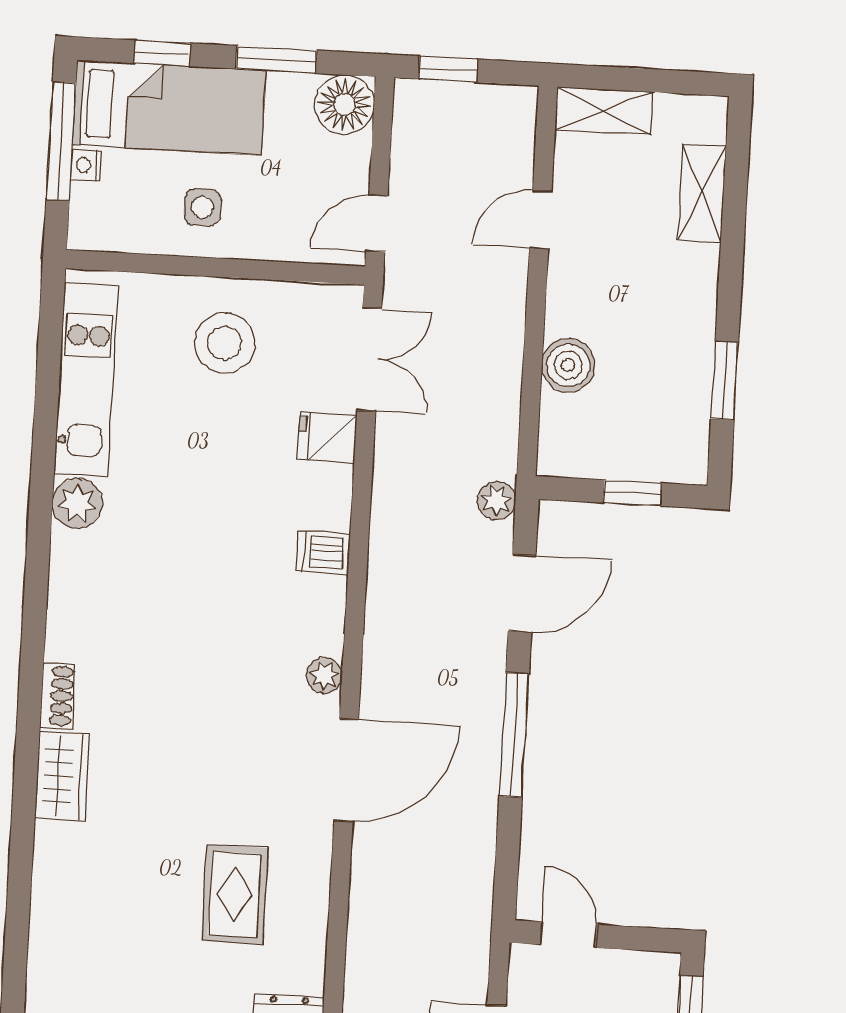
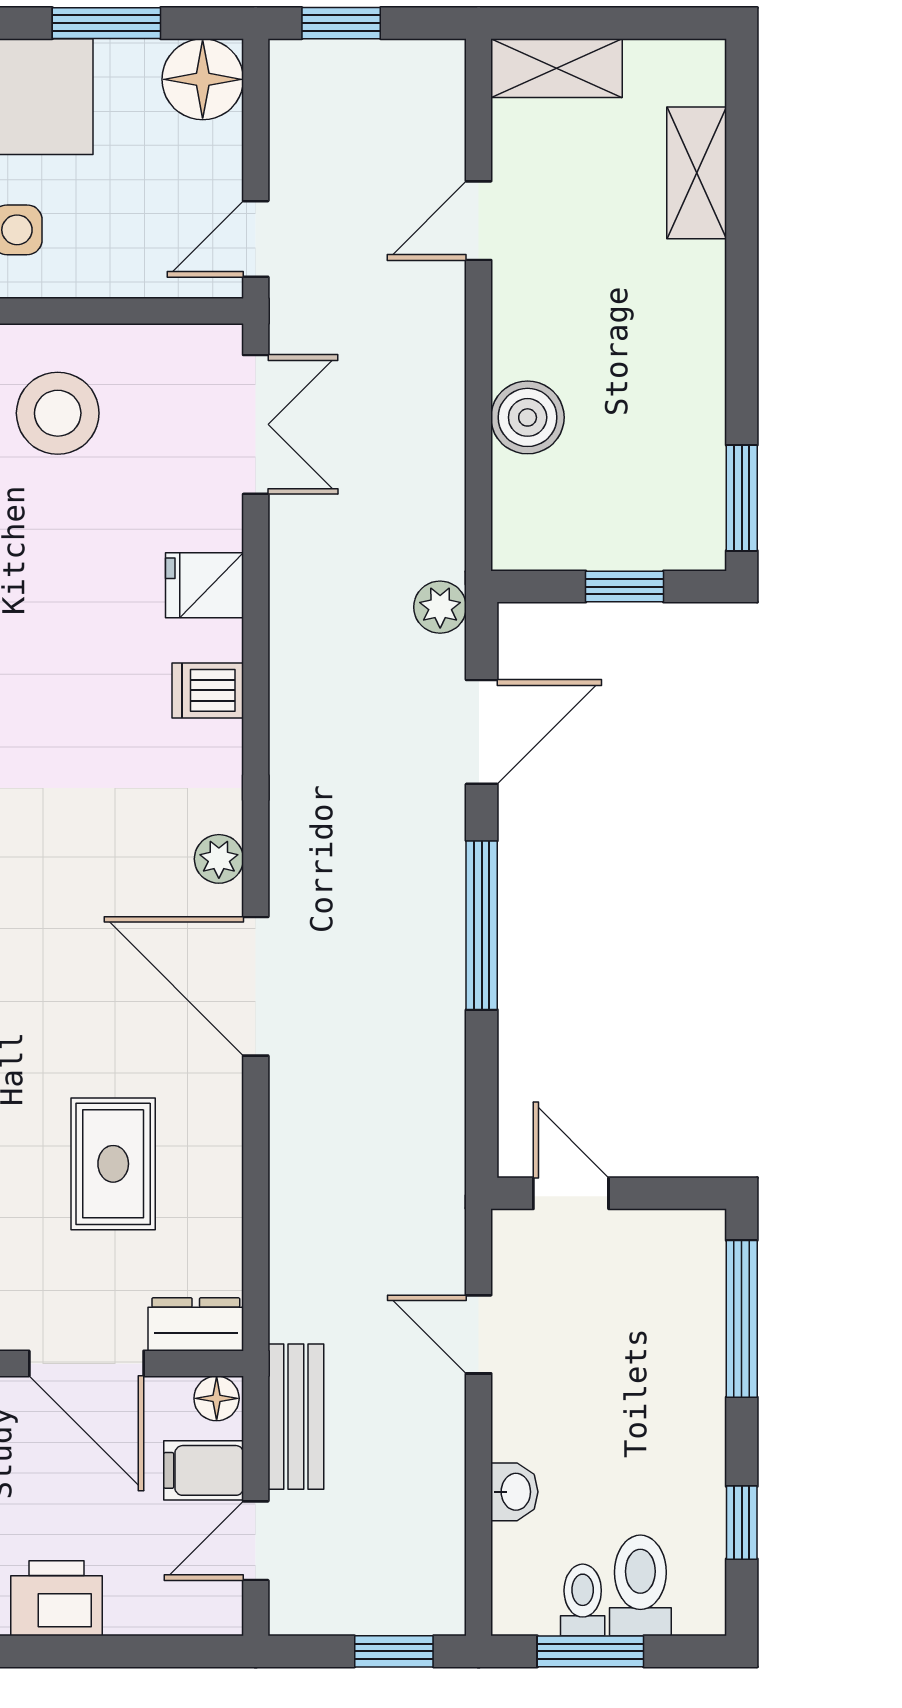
window: (725, 381) -> (742, 498), moved
fridge: (327, 437) -> (205, 585), moved
door: (346, 770) -> (256, 986), swing flipped

